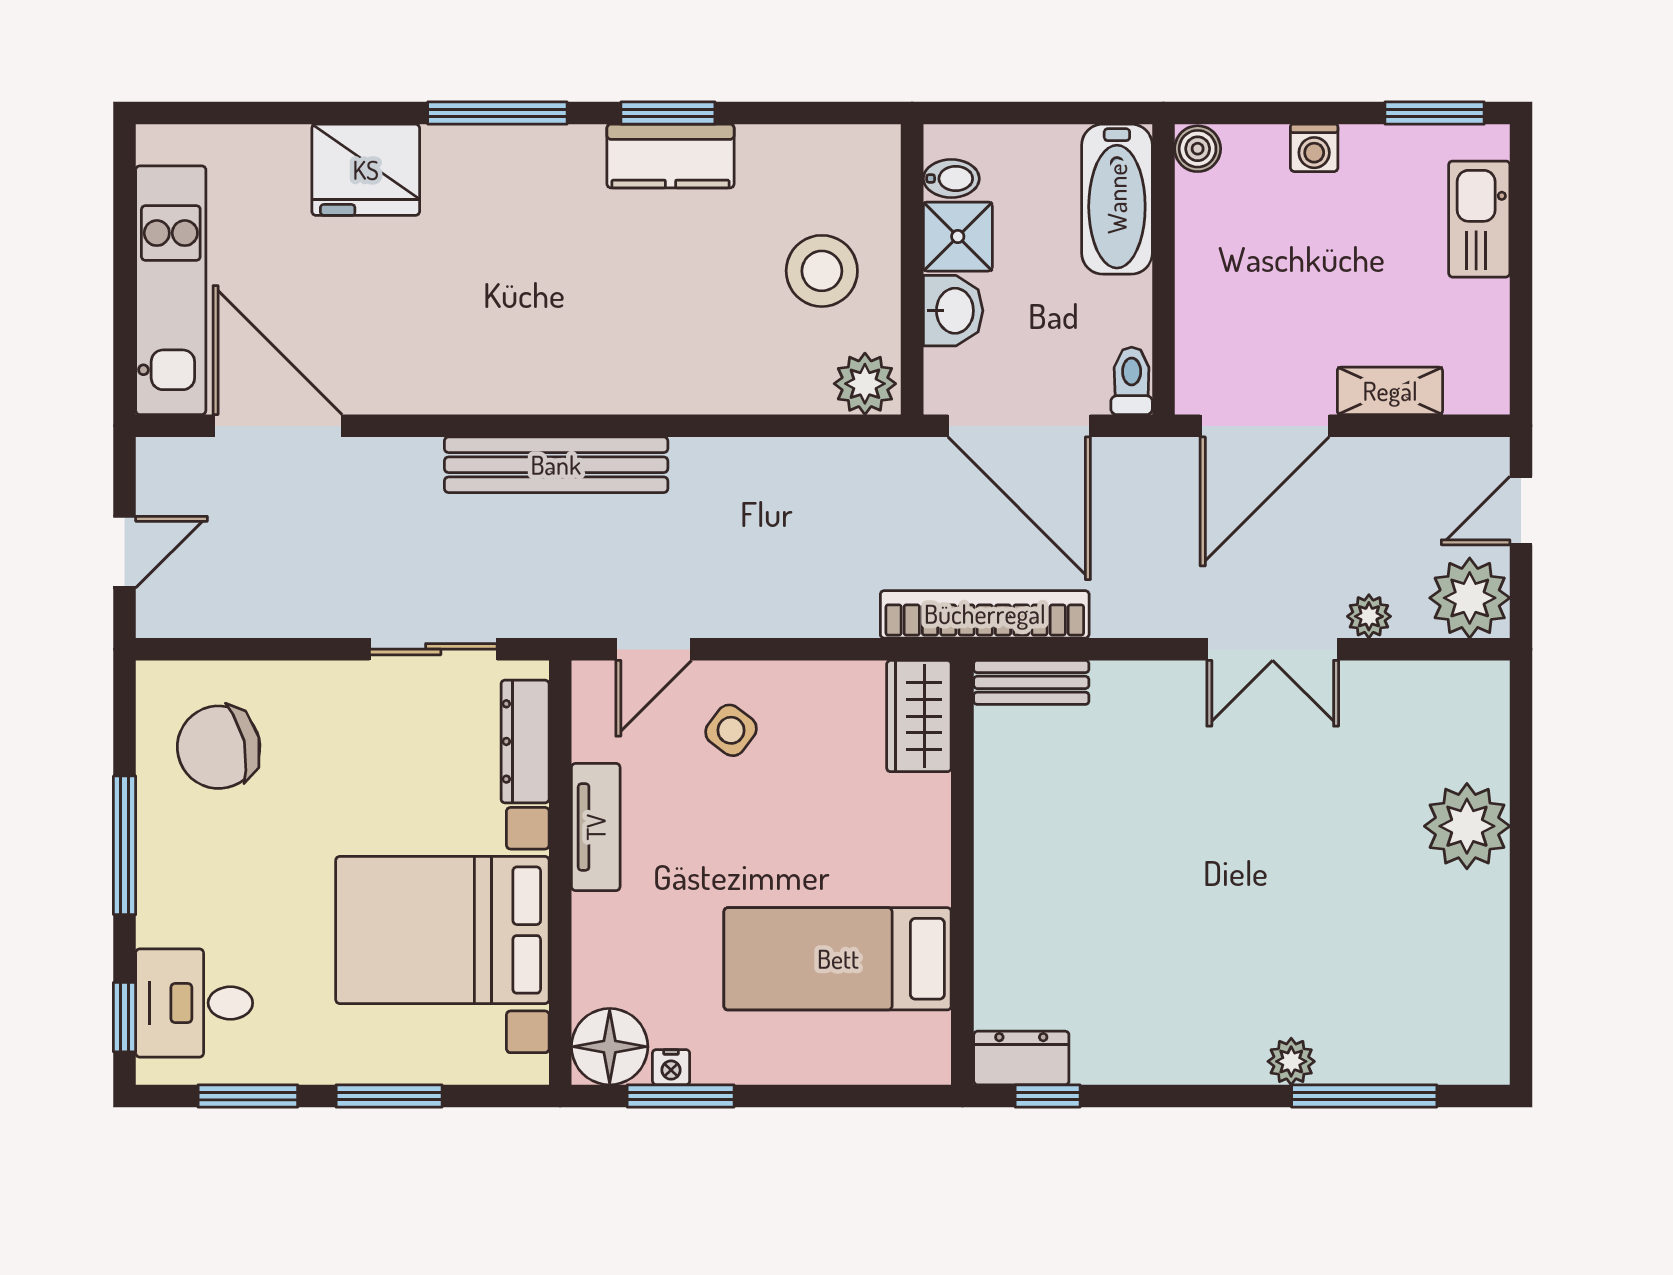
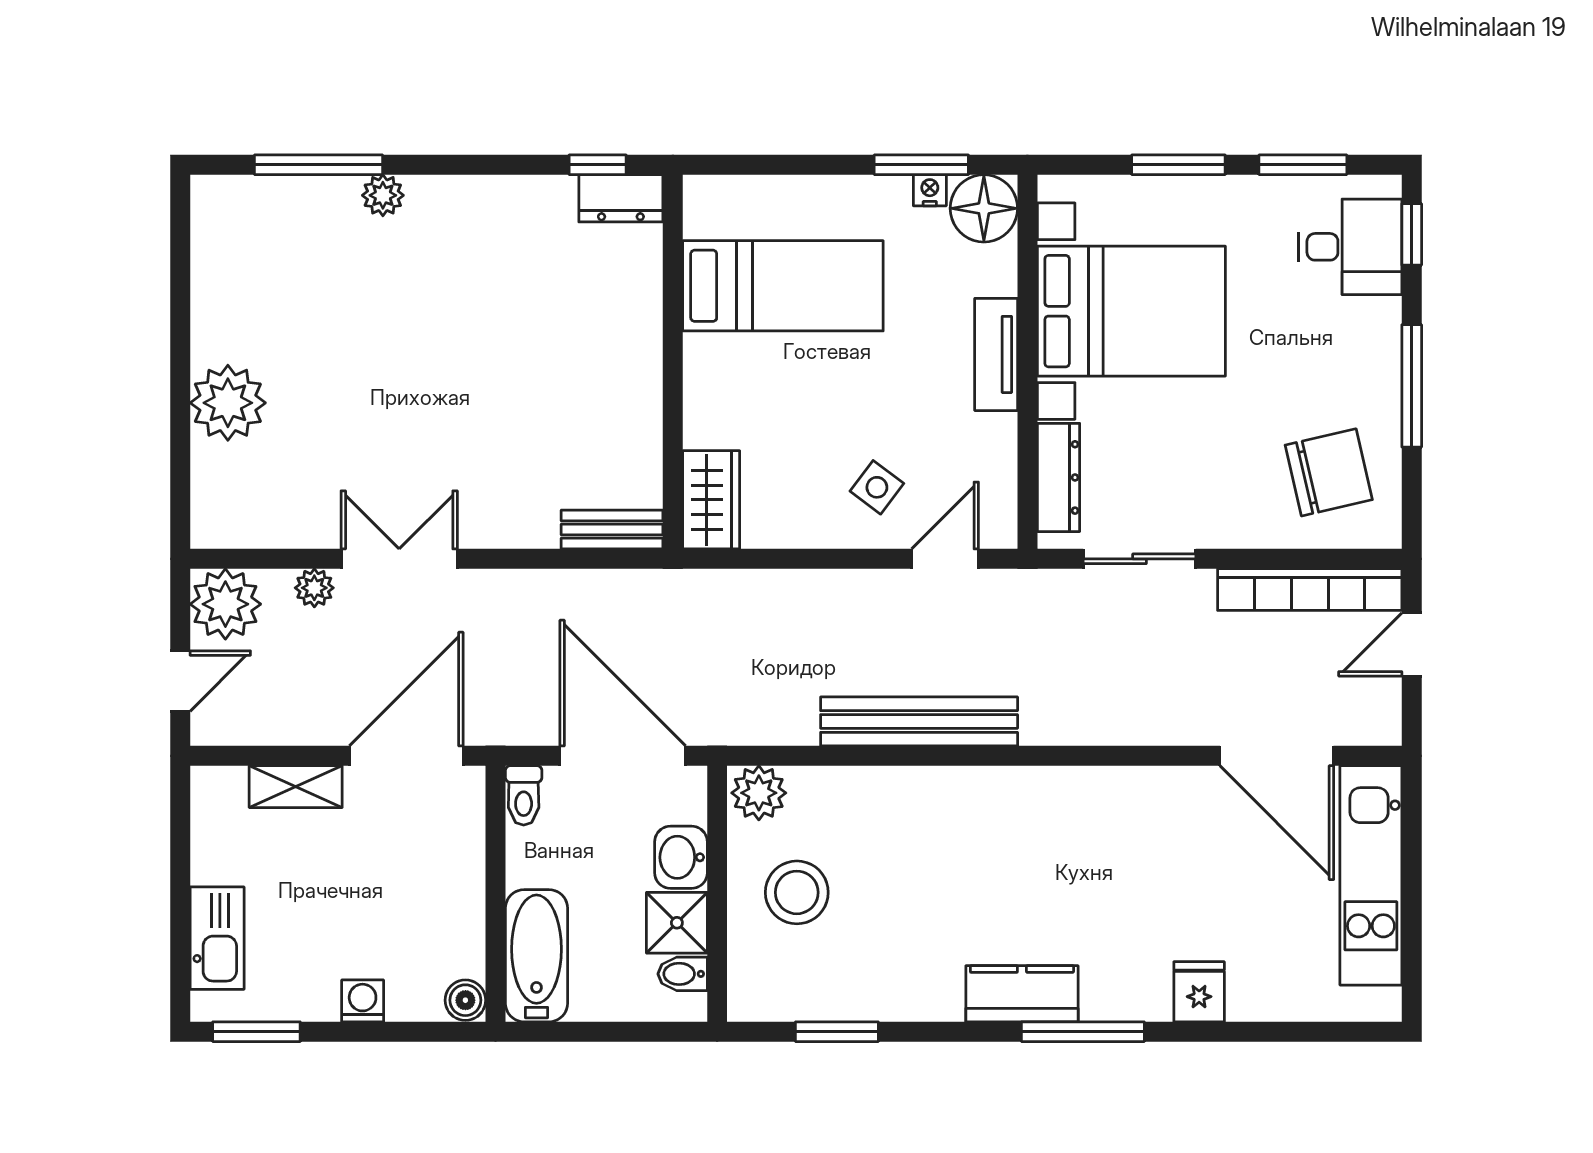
window: (668, 113) -> (837, 1032), moved
kitchen counter: (671, 156) -> (1022, 994), moved
fridge: (366, 170) -> (1199, 992), width x0.53, depth x0.75
bench: (556, 465) -> (919, 721), moved
bookcase: (985, 614) -> (1310, 590), moved
tv unit: (596, 827) -> (996, 354), moved

